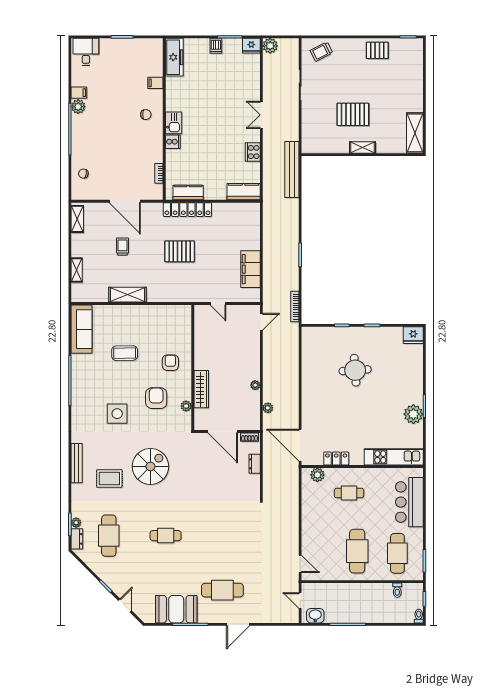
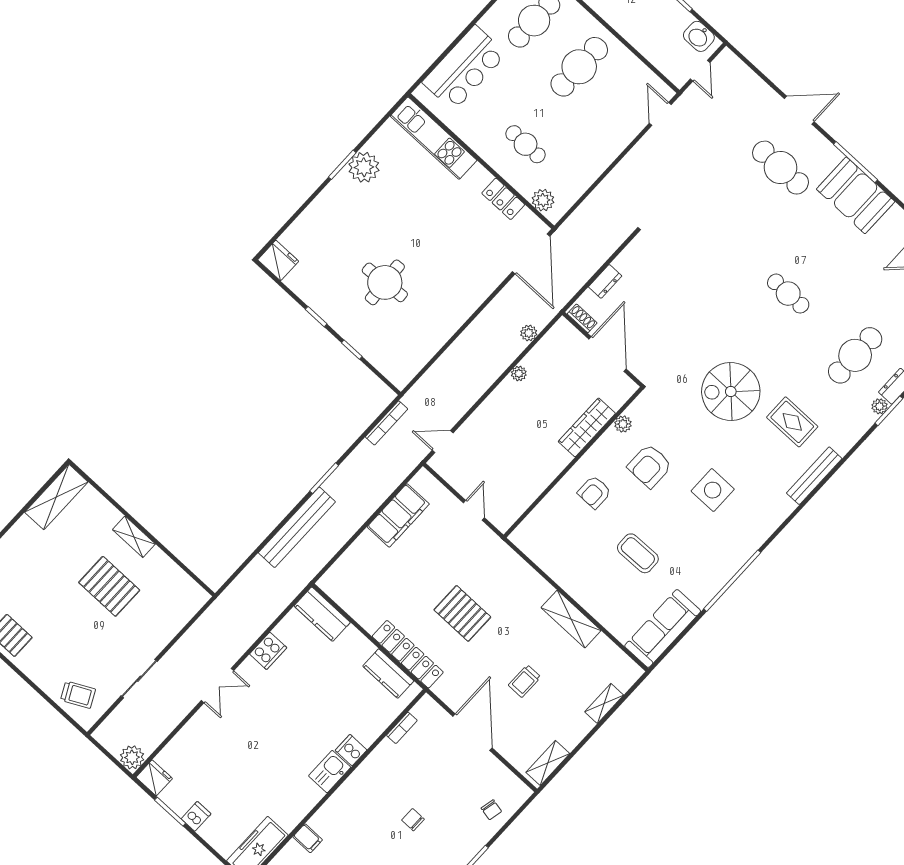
chair: (146, 115) -> (413, 820), moved
bench: (292, 170) -> (297, 527), moved

